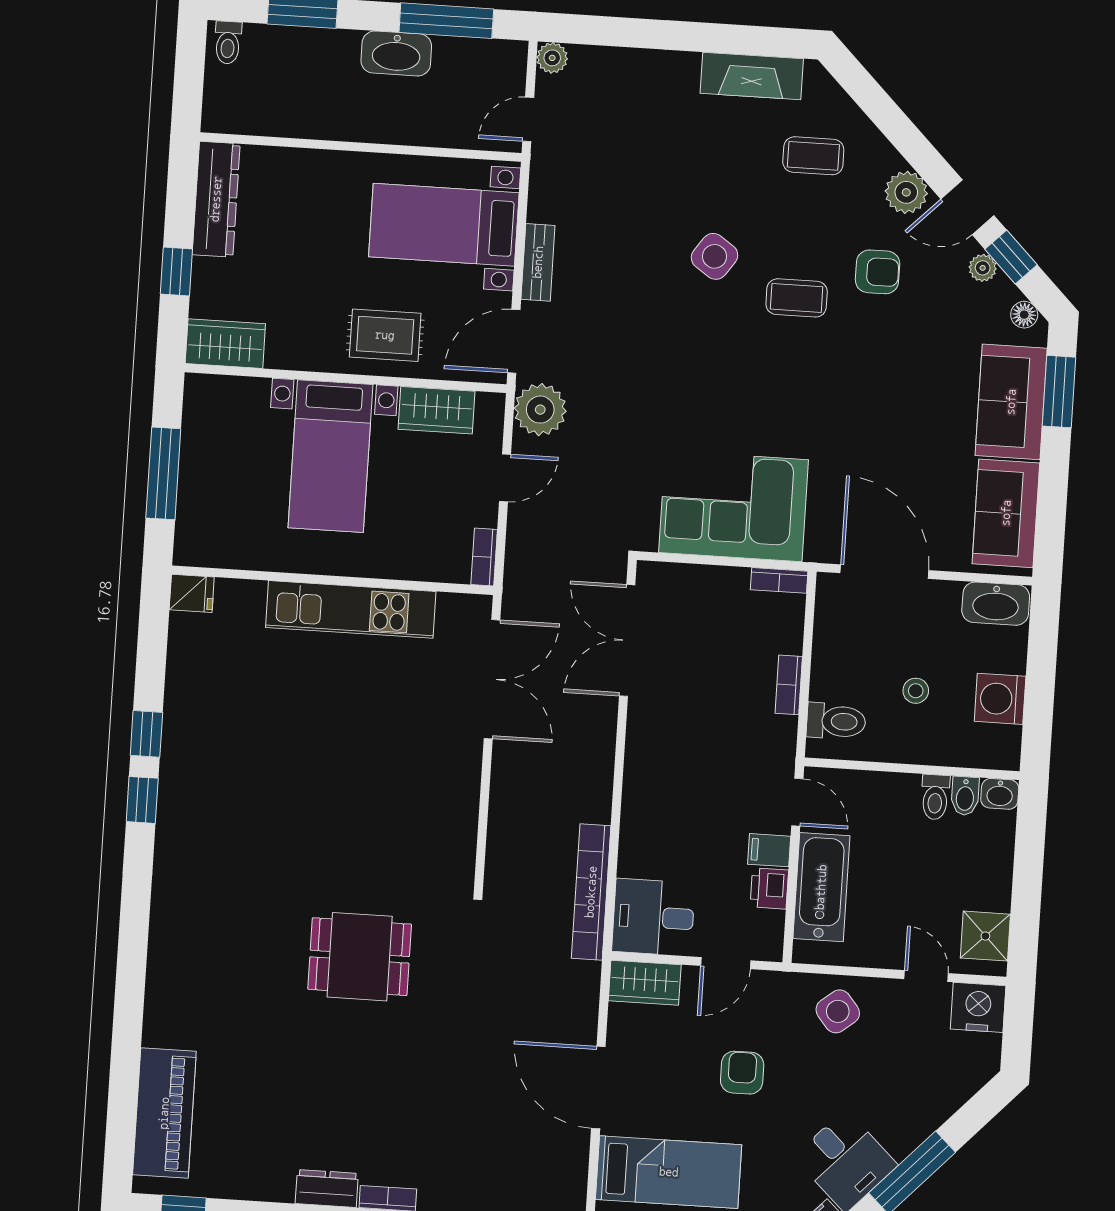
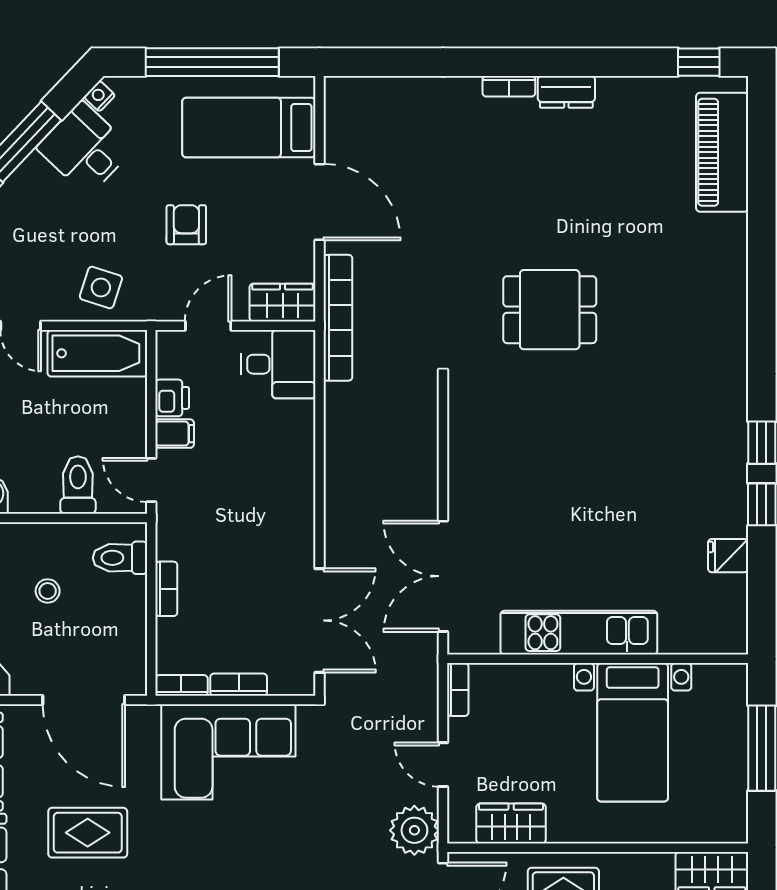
rug: (890, 430) -> (88, 833), added
bed with nightstands: (330, 456) -> (633, 732), moved, turned 180
door: (505, 478) -> (443, 765), hinge flipped
bookcase: (718, 577) -> (239, 685), added
fridge: (192, 593) -> (728, 556), moved
toilet: (935, 797) -> (78, 485), moved, width x1.37, depth x1.39
bathtub: (821, 887) -> (97, 353), moved, turned -90
bookcase: (591, 892) -> (338, 318), moved
side table: (838, 1011) -> (101, 287), turned -33
armchair: (742, 1073) -> (186, 225), turned 180

